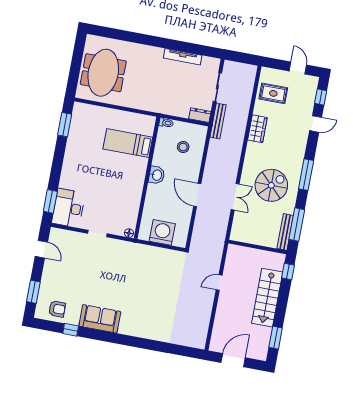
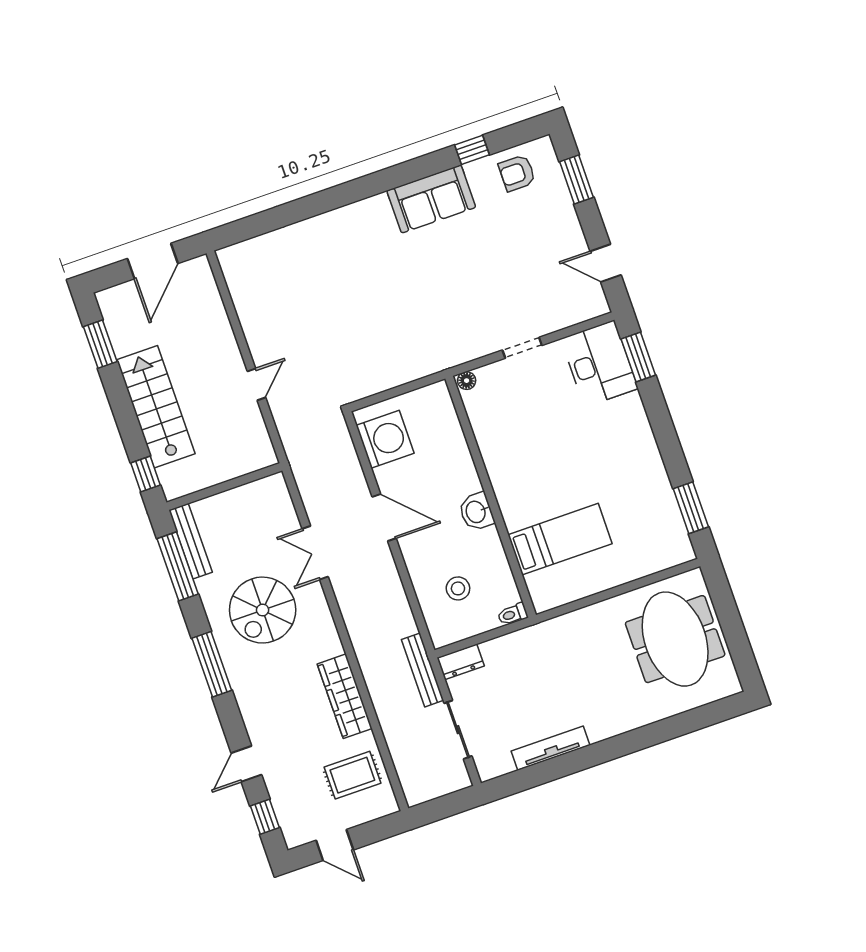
wardrobe: (257, 129) -> (345, 696), width x1.50
washing machine: (162, 232) -> (385, 439), moved, turned -90

